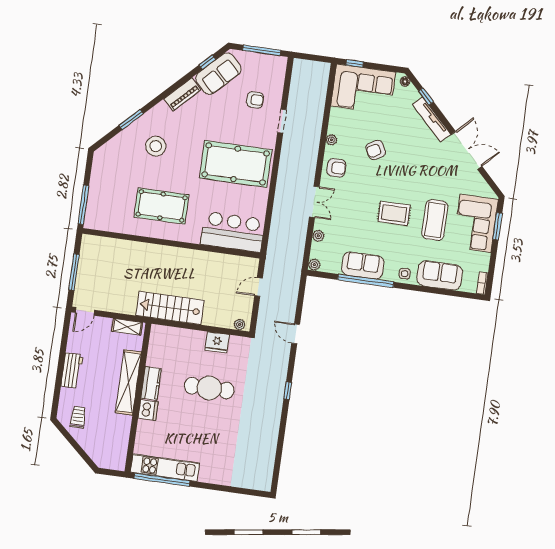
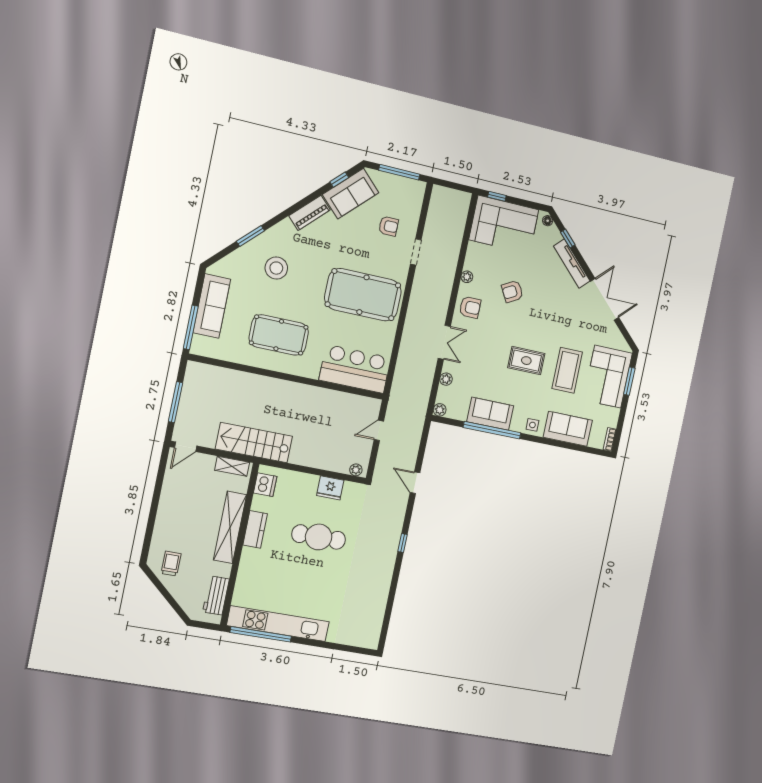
sofa: (101, 184) -> (212, 306), added
stairs: (170, 308) -> (254, 443), moved
workbench: (72, 370) -> (216, 595), moved, turned 180
dishwasher: (148, 410) -> (265, 485), moved
kitchen unit: (165, 468) -> (278, 624), width x1.36

